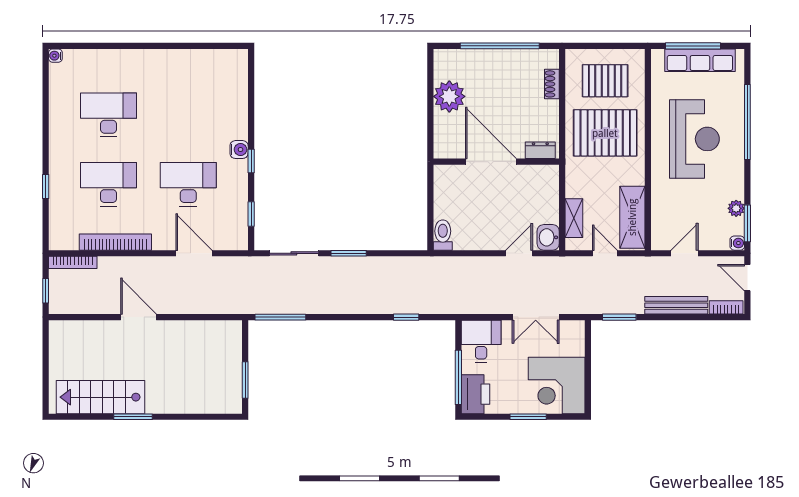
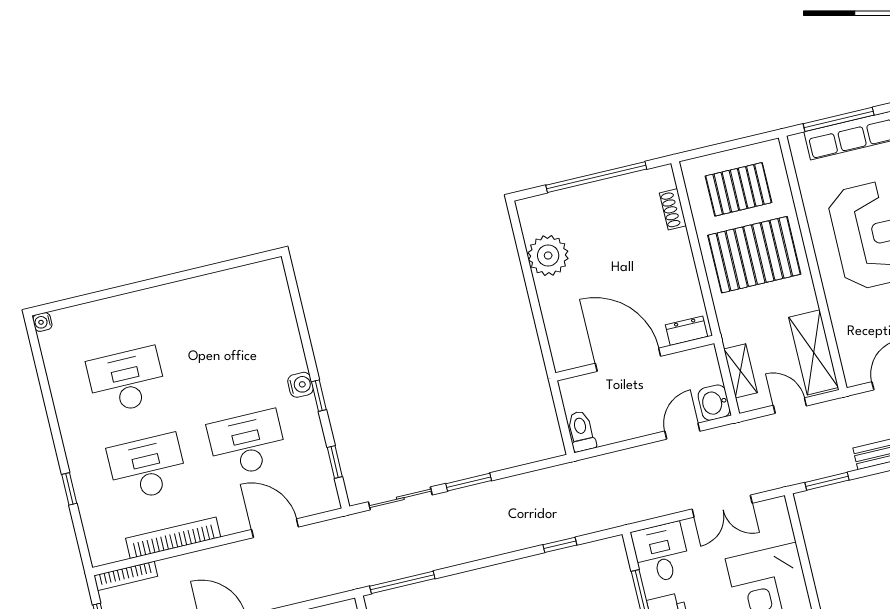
dresser: (540, 150) -> (687, 331), moved
door: (491, 162) -> (628, 360), moved
wall: (496, 162) -> (635, 358), moved

